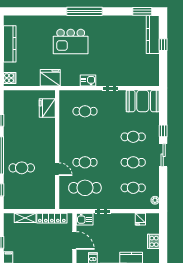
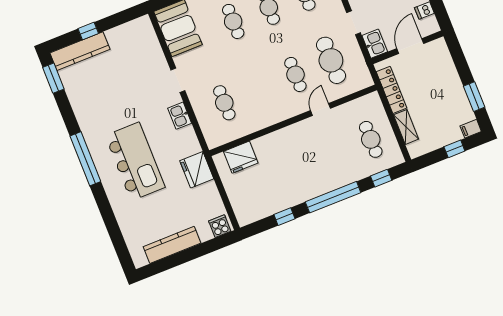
kitchen island: (71, 42) -> (135, 161), width x1.37
cafe table: (22, 168) -> (371, 139), moved

